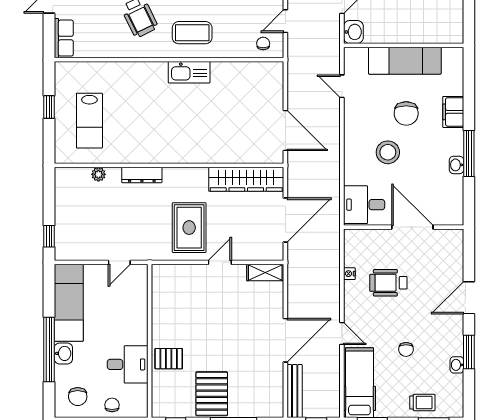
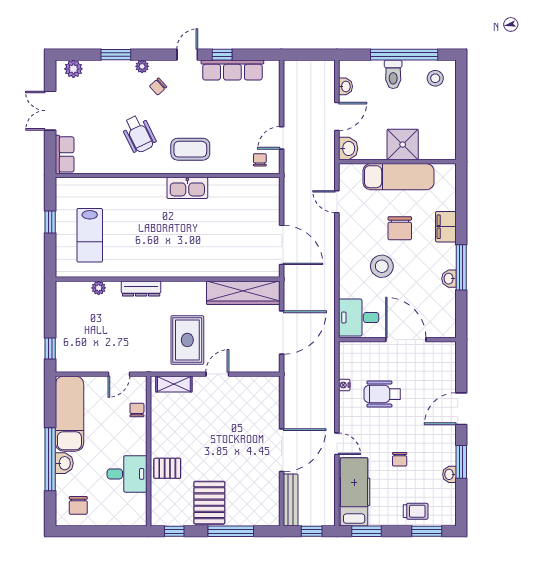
shower: (409, 28) -> (403, 145), added
shelving: (265, 272) -> (174, 384), moved
chair: (112, 405) -> (137, 410), moved

